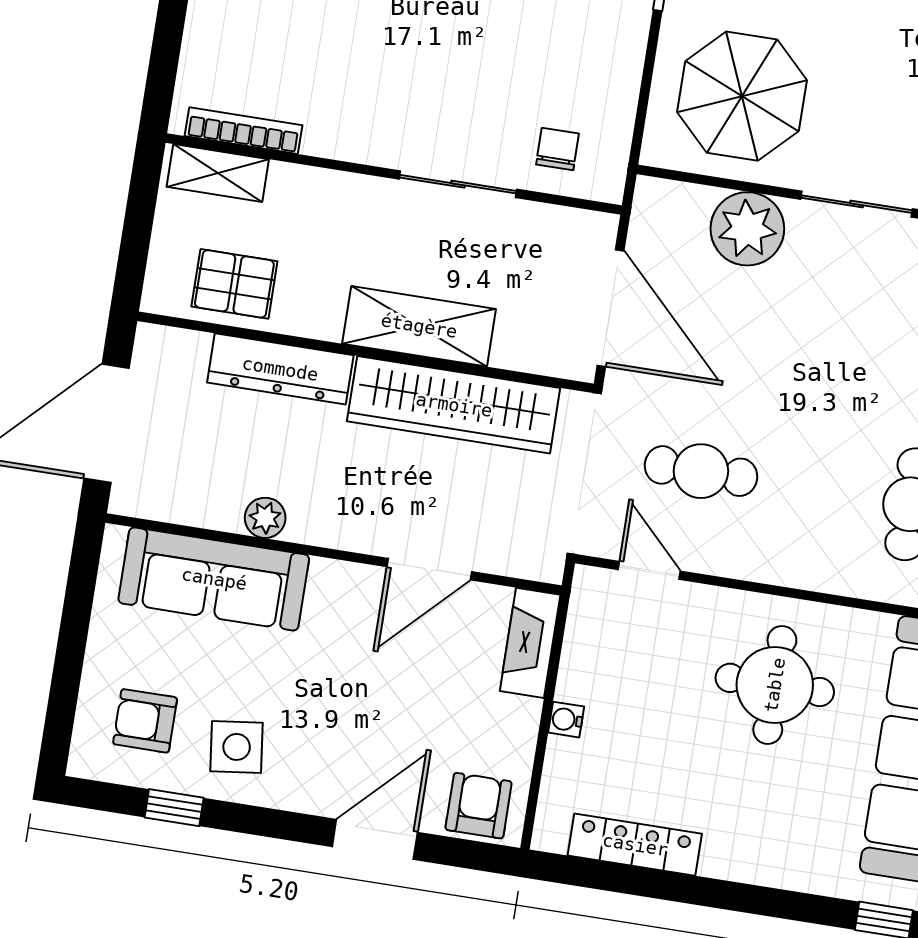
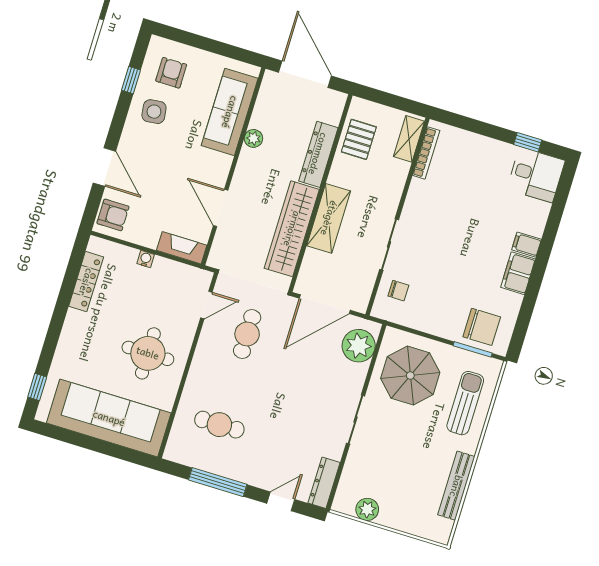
plant: (747, 229) -> (359, 346), moved

